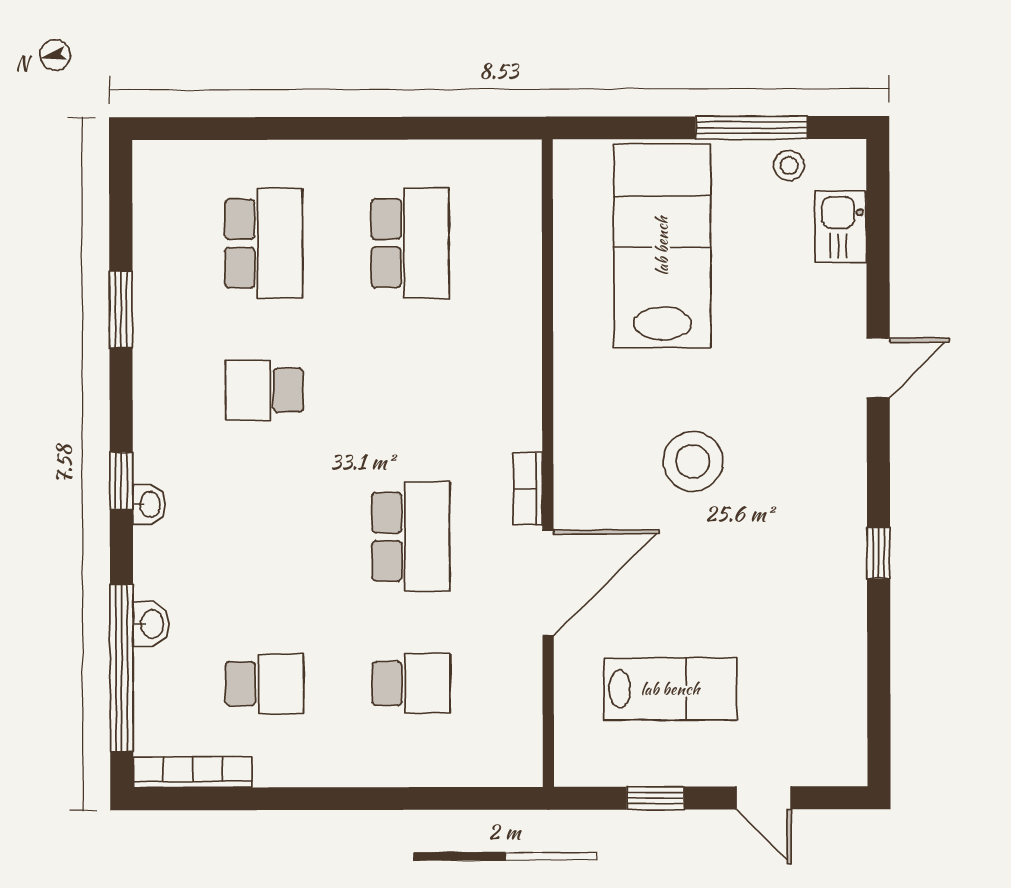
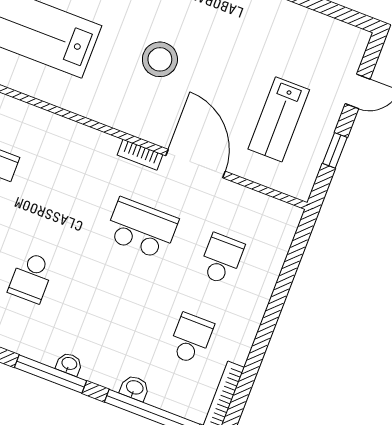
window: (121, 481) -> (50, 374), width x2.17
lab bench: (670, 689) -> (279, 119), turned 180

